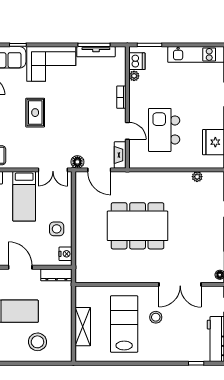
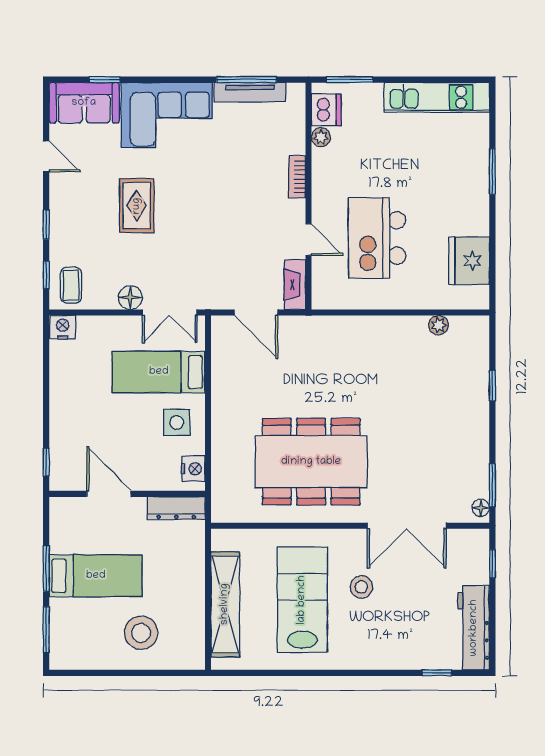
floor lamp: (77, 162) -> (130, 298), moved
bed: (24, 196) -> (159, 372), moved, turned 90
dining table: (138, 226) -> (311, 462), moved
shelving: (83, 327) -> (225, 604), width x1.47

